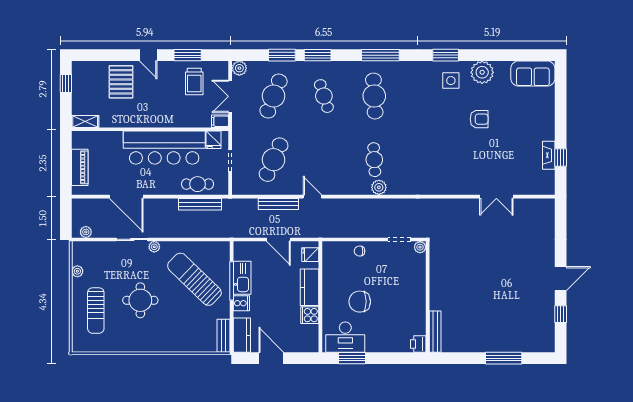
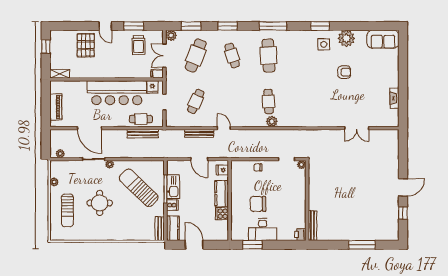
window: (282, 55) -> (191, 26), moved
window: (561, 158) -> (403, 100), removed
cafe table: (274, 160) -> (196, 101), width x0.73, depth x0.74
desk: (345, 337) -> (263, 230), moved

